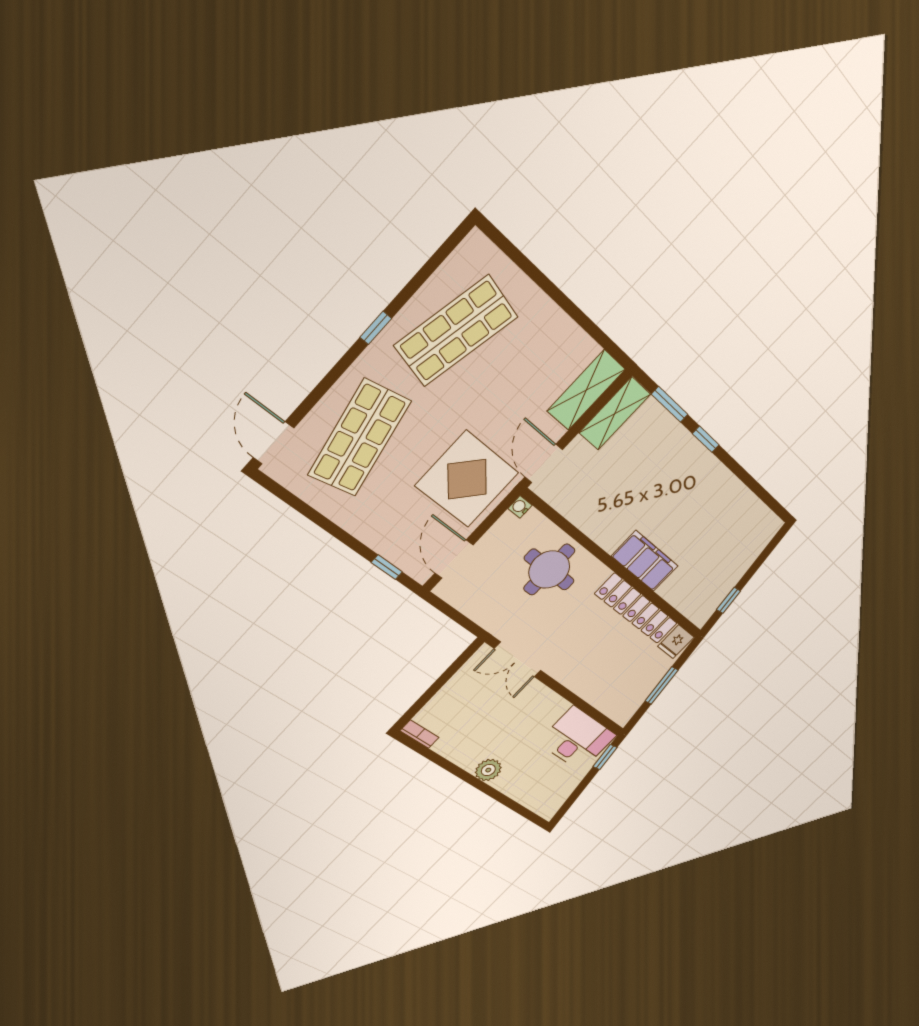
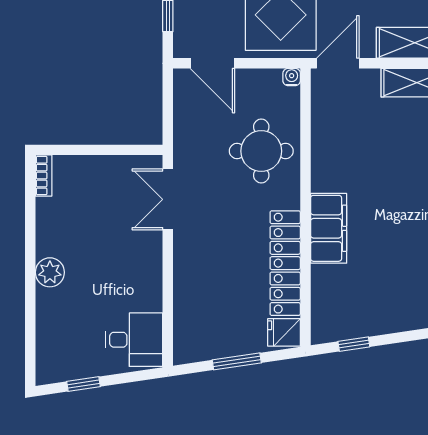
door: (454, 559) -> (212, 63), swing flipped
desk: (577, 739) -> (134, 340), width x0.73
window: (605, 757) -> (83, 384), moved

